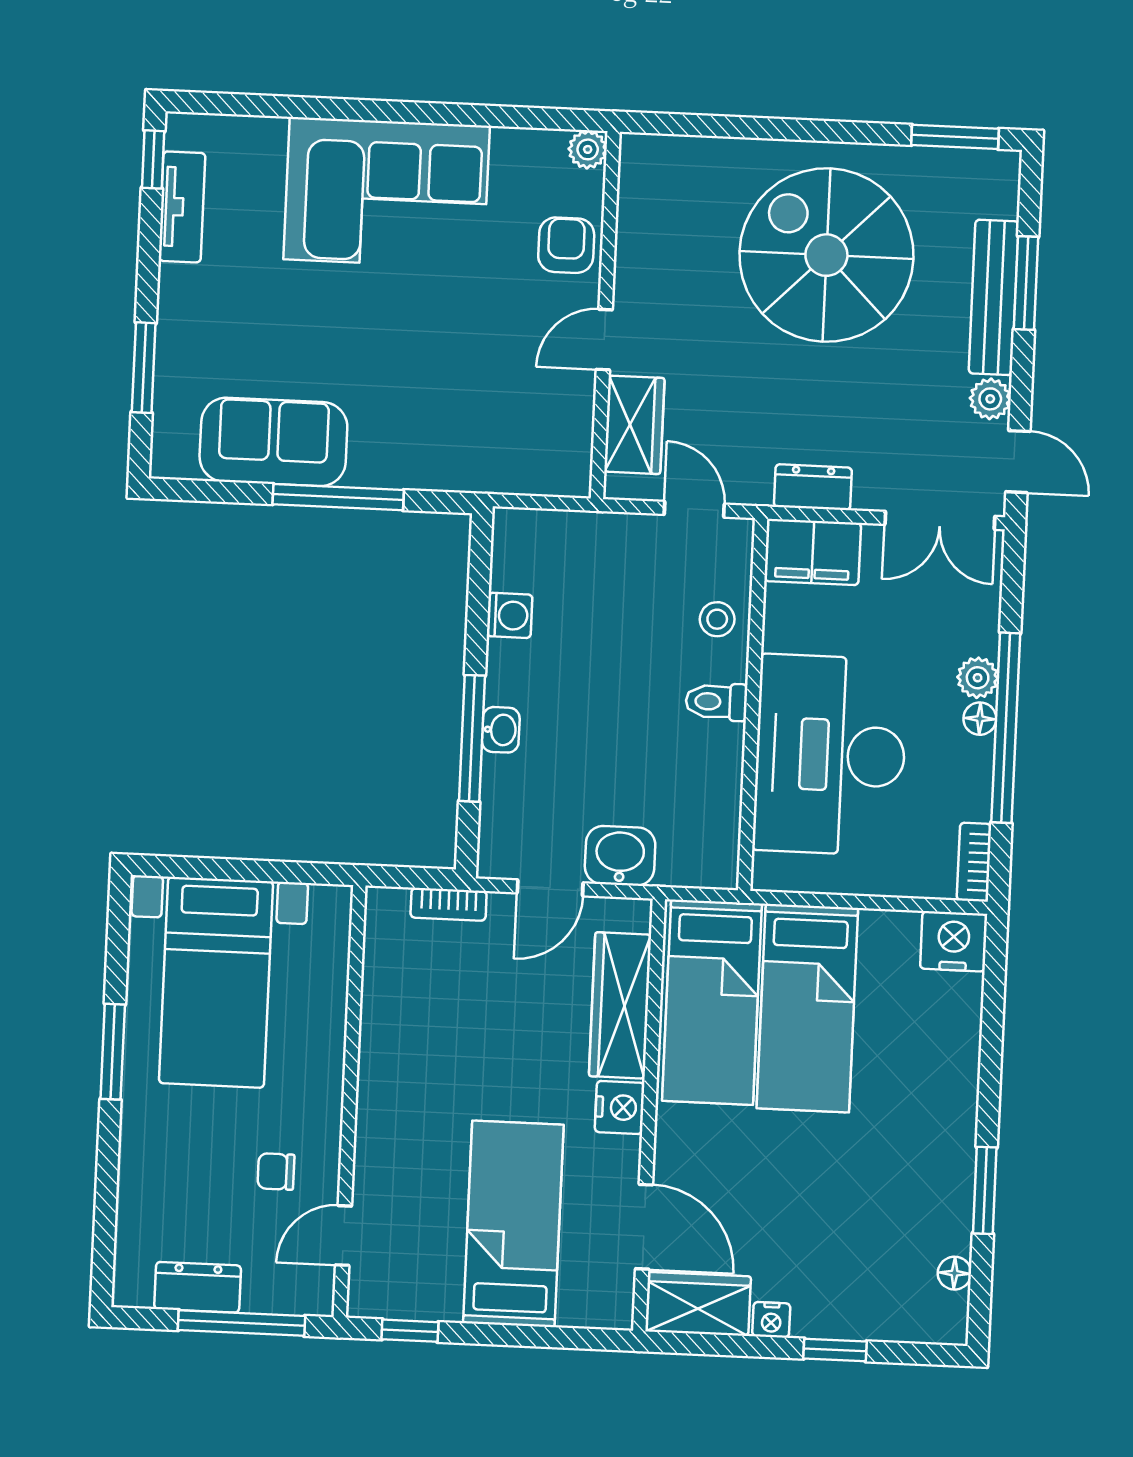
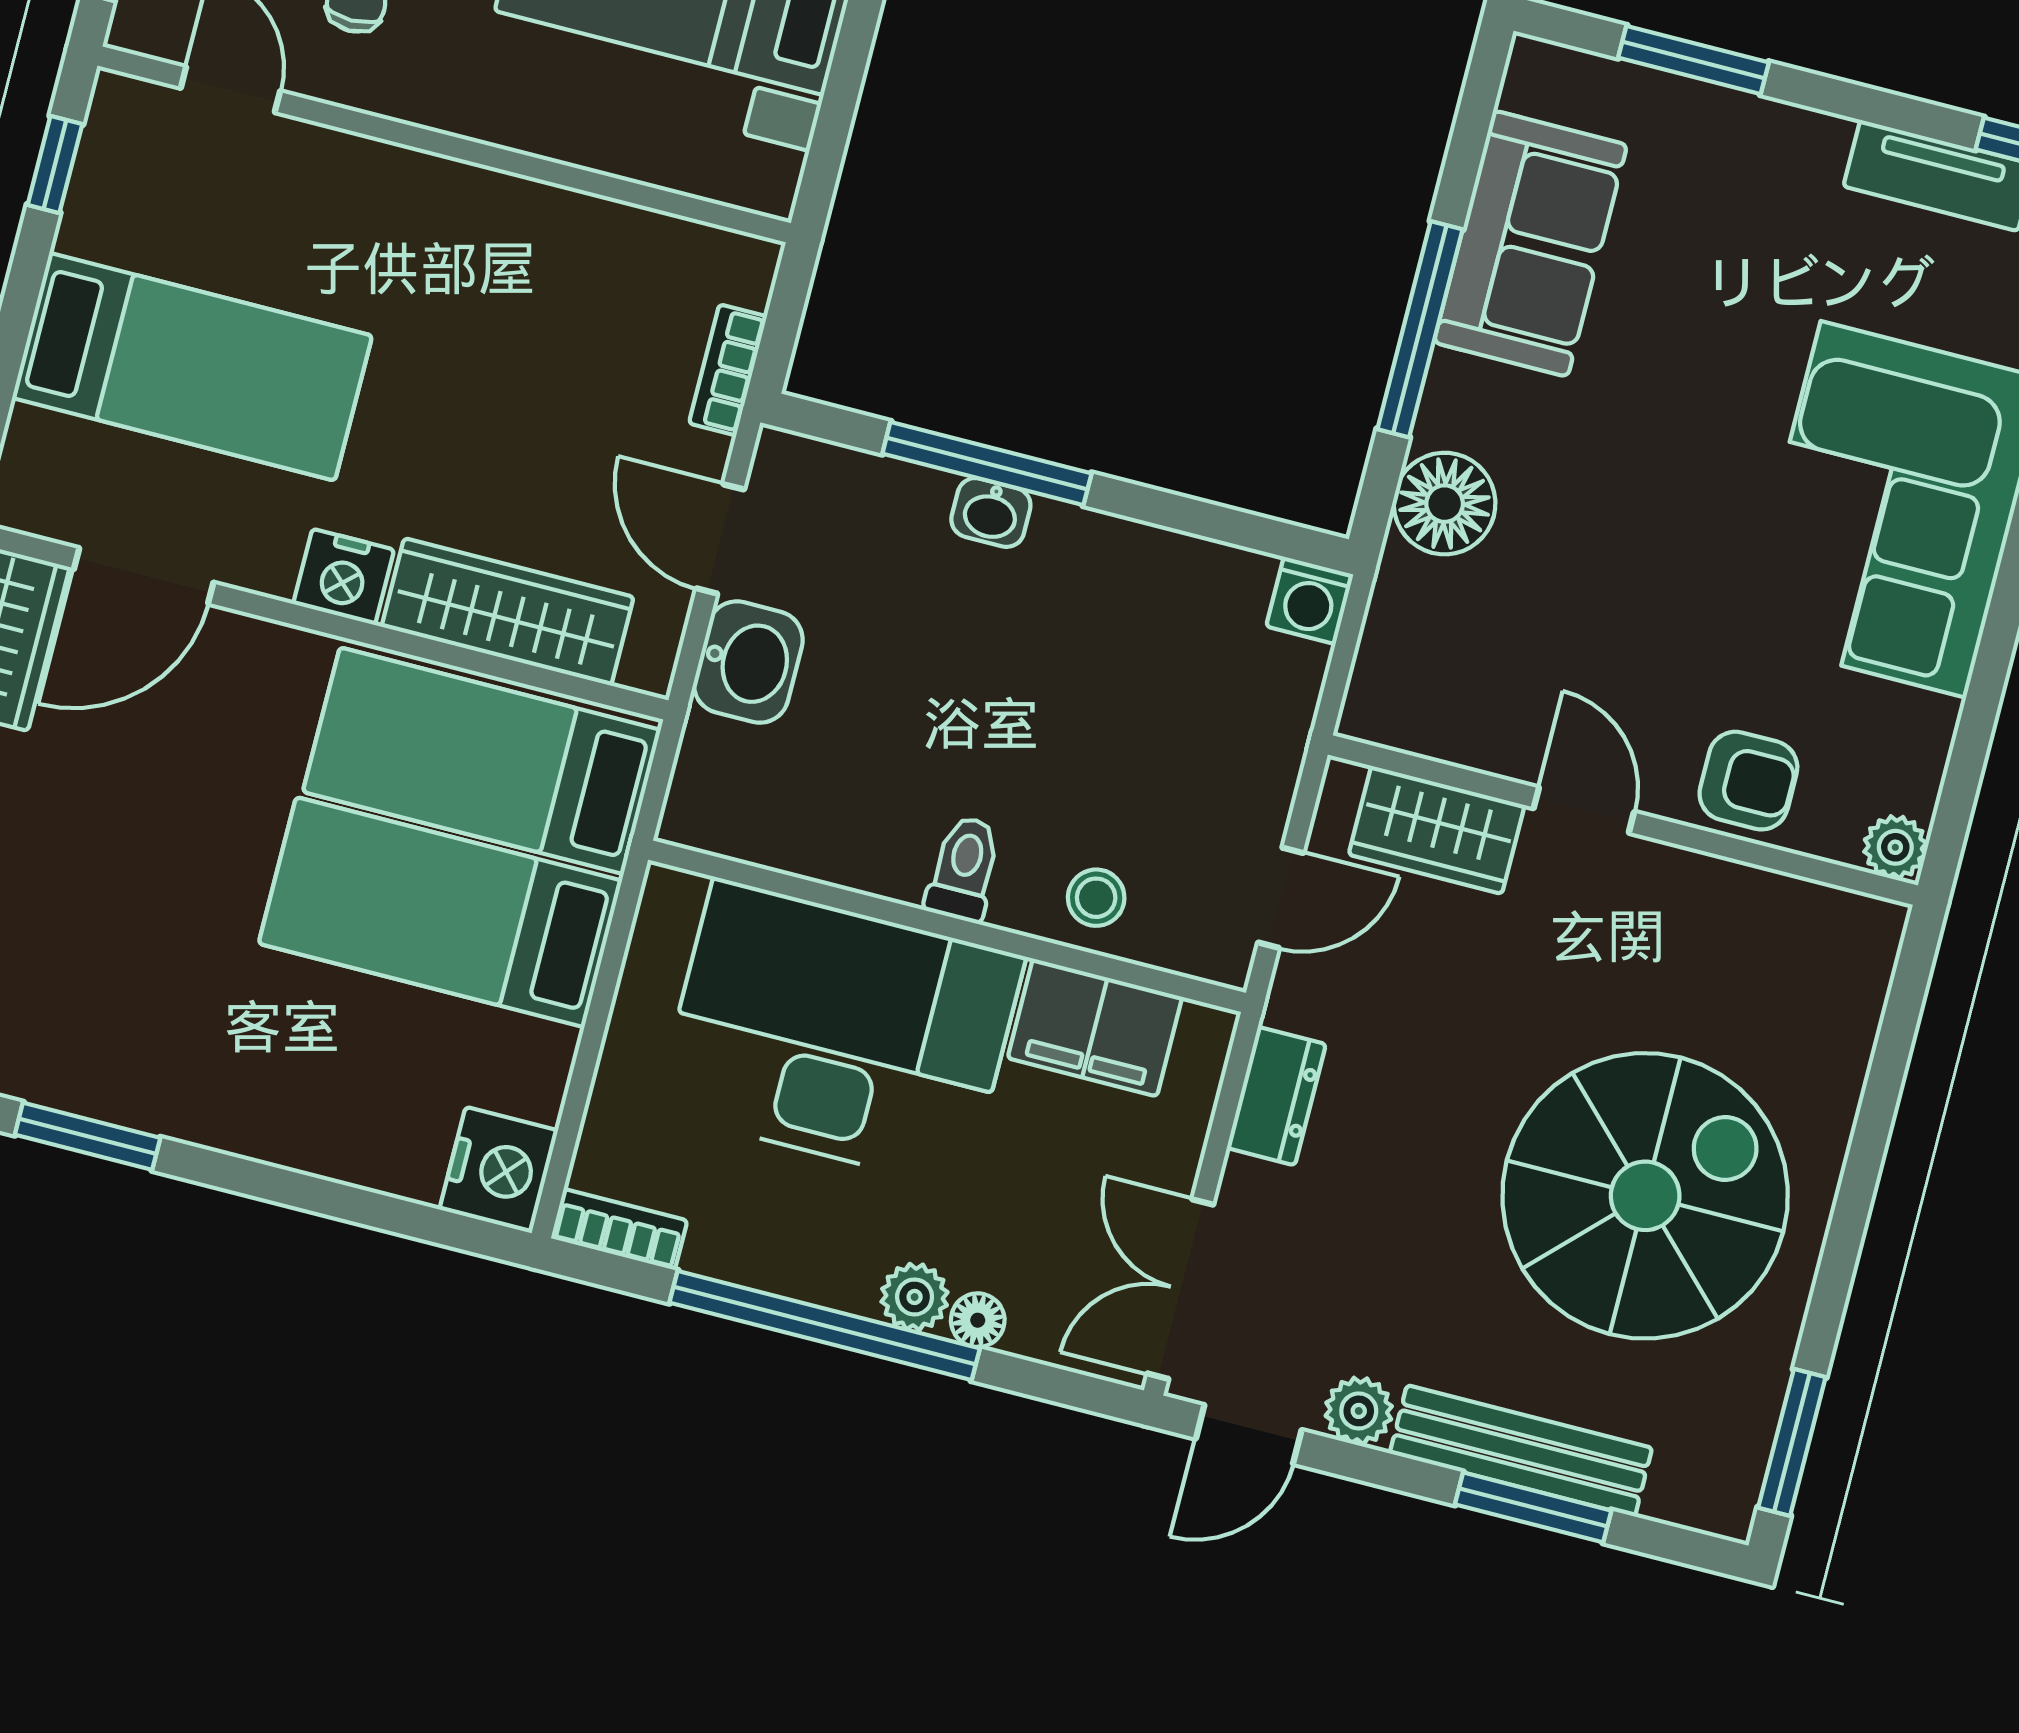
floor lamp: (439, 461) -> (1445, 504), added
filing cabinet: (813, 552) -> (1095, 1028), moved, turned -90
washing machine: (510, 615) -> (1310, 600), moved
floor lamp: (980, 719) -> (978, 1320), moved

